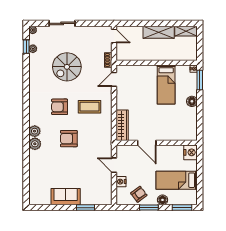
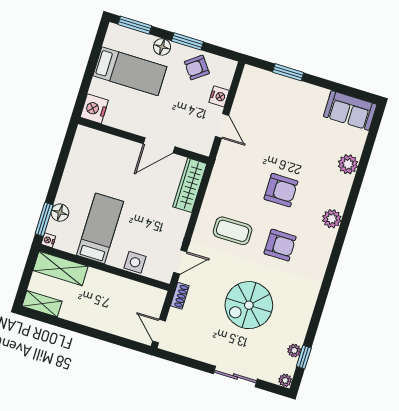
shelving: (159, 32) -> (60, 268), moved
spiral stairs: (67, 67) -> (249, 305), turned 180
side table: (140, 71) -> (135, 262), added
floor lamp: (192, 101) -> (60, 213), moved
door: (147, 143) -> (159, 145), swing flipped
plant: (35, 144) -> (348, 164), moved
sofa: (66, 197) -> (350, 110), moved

